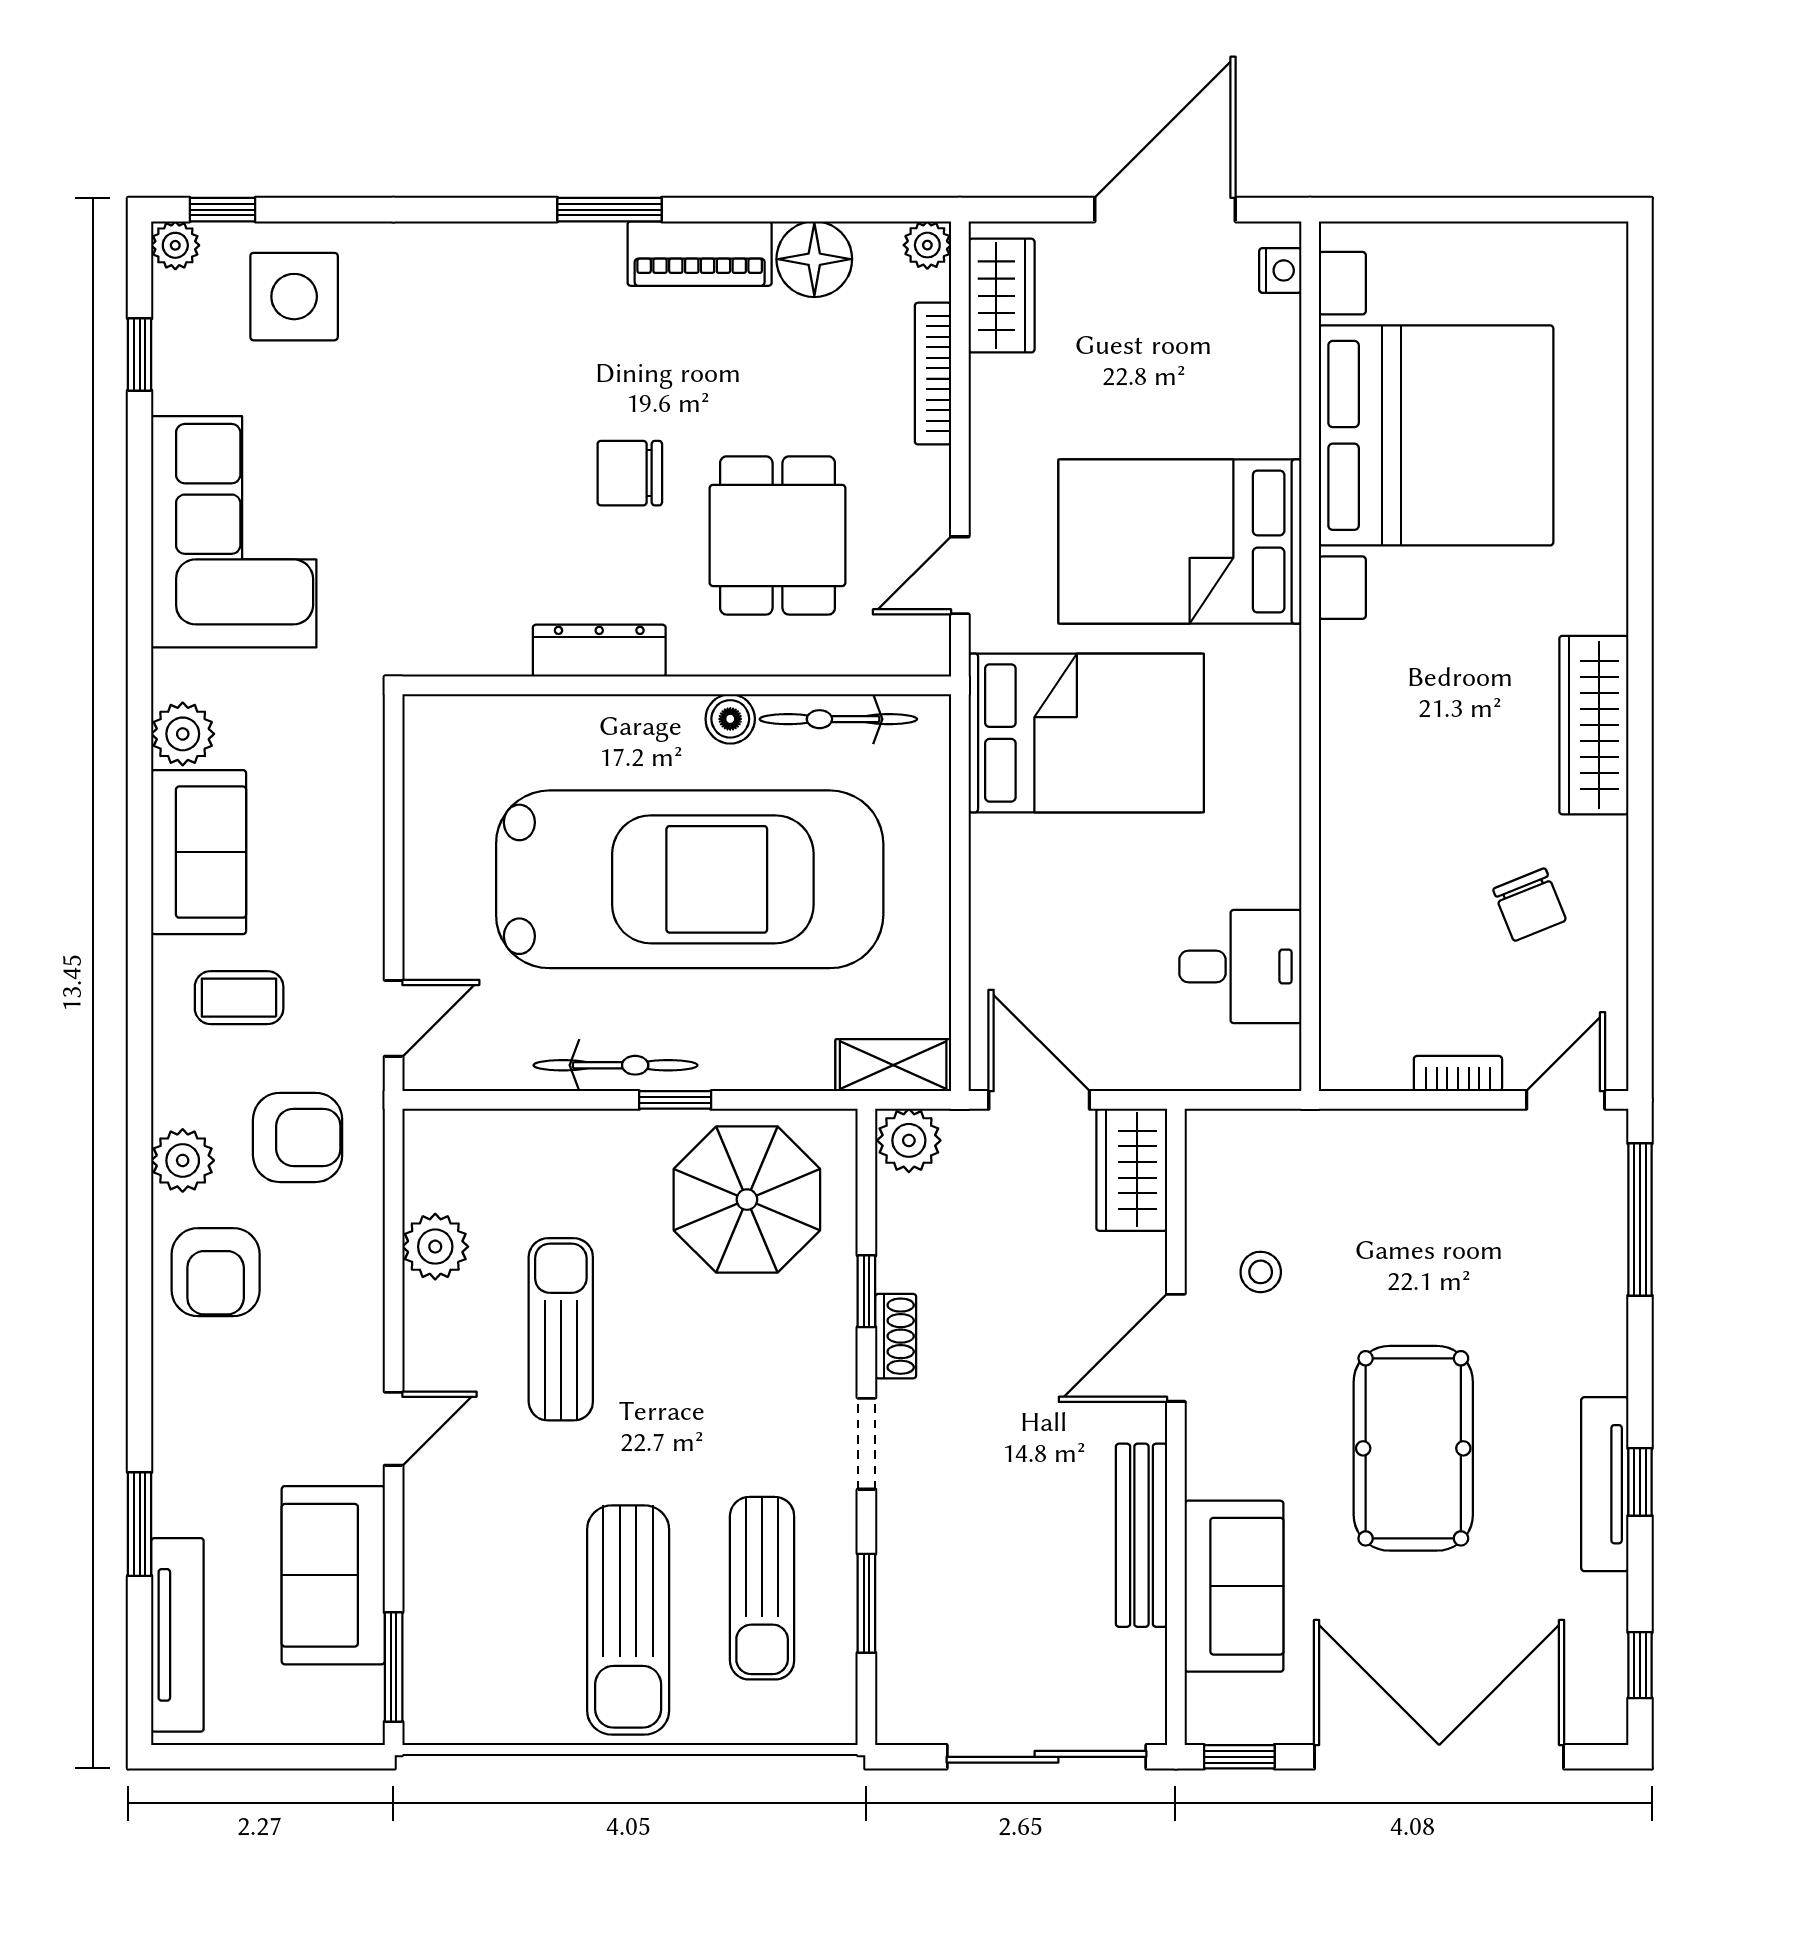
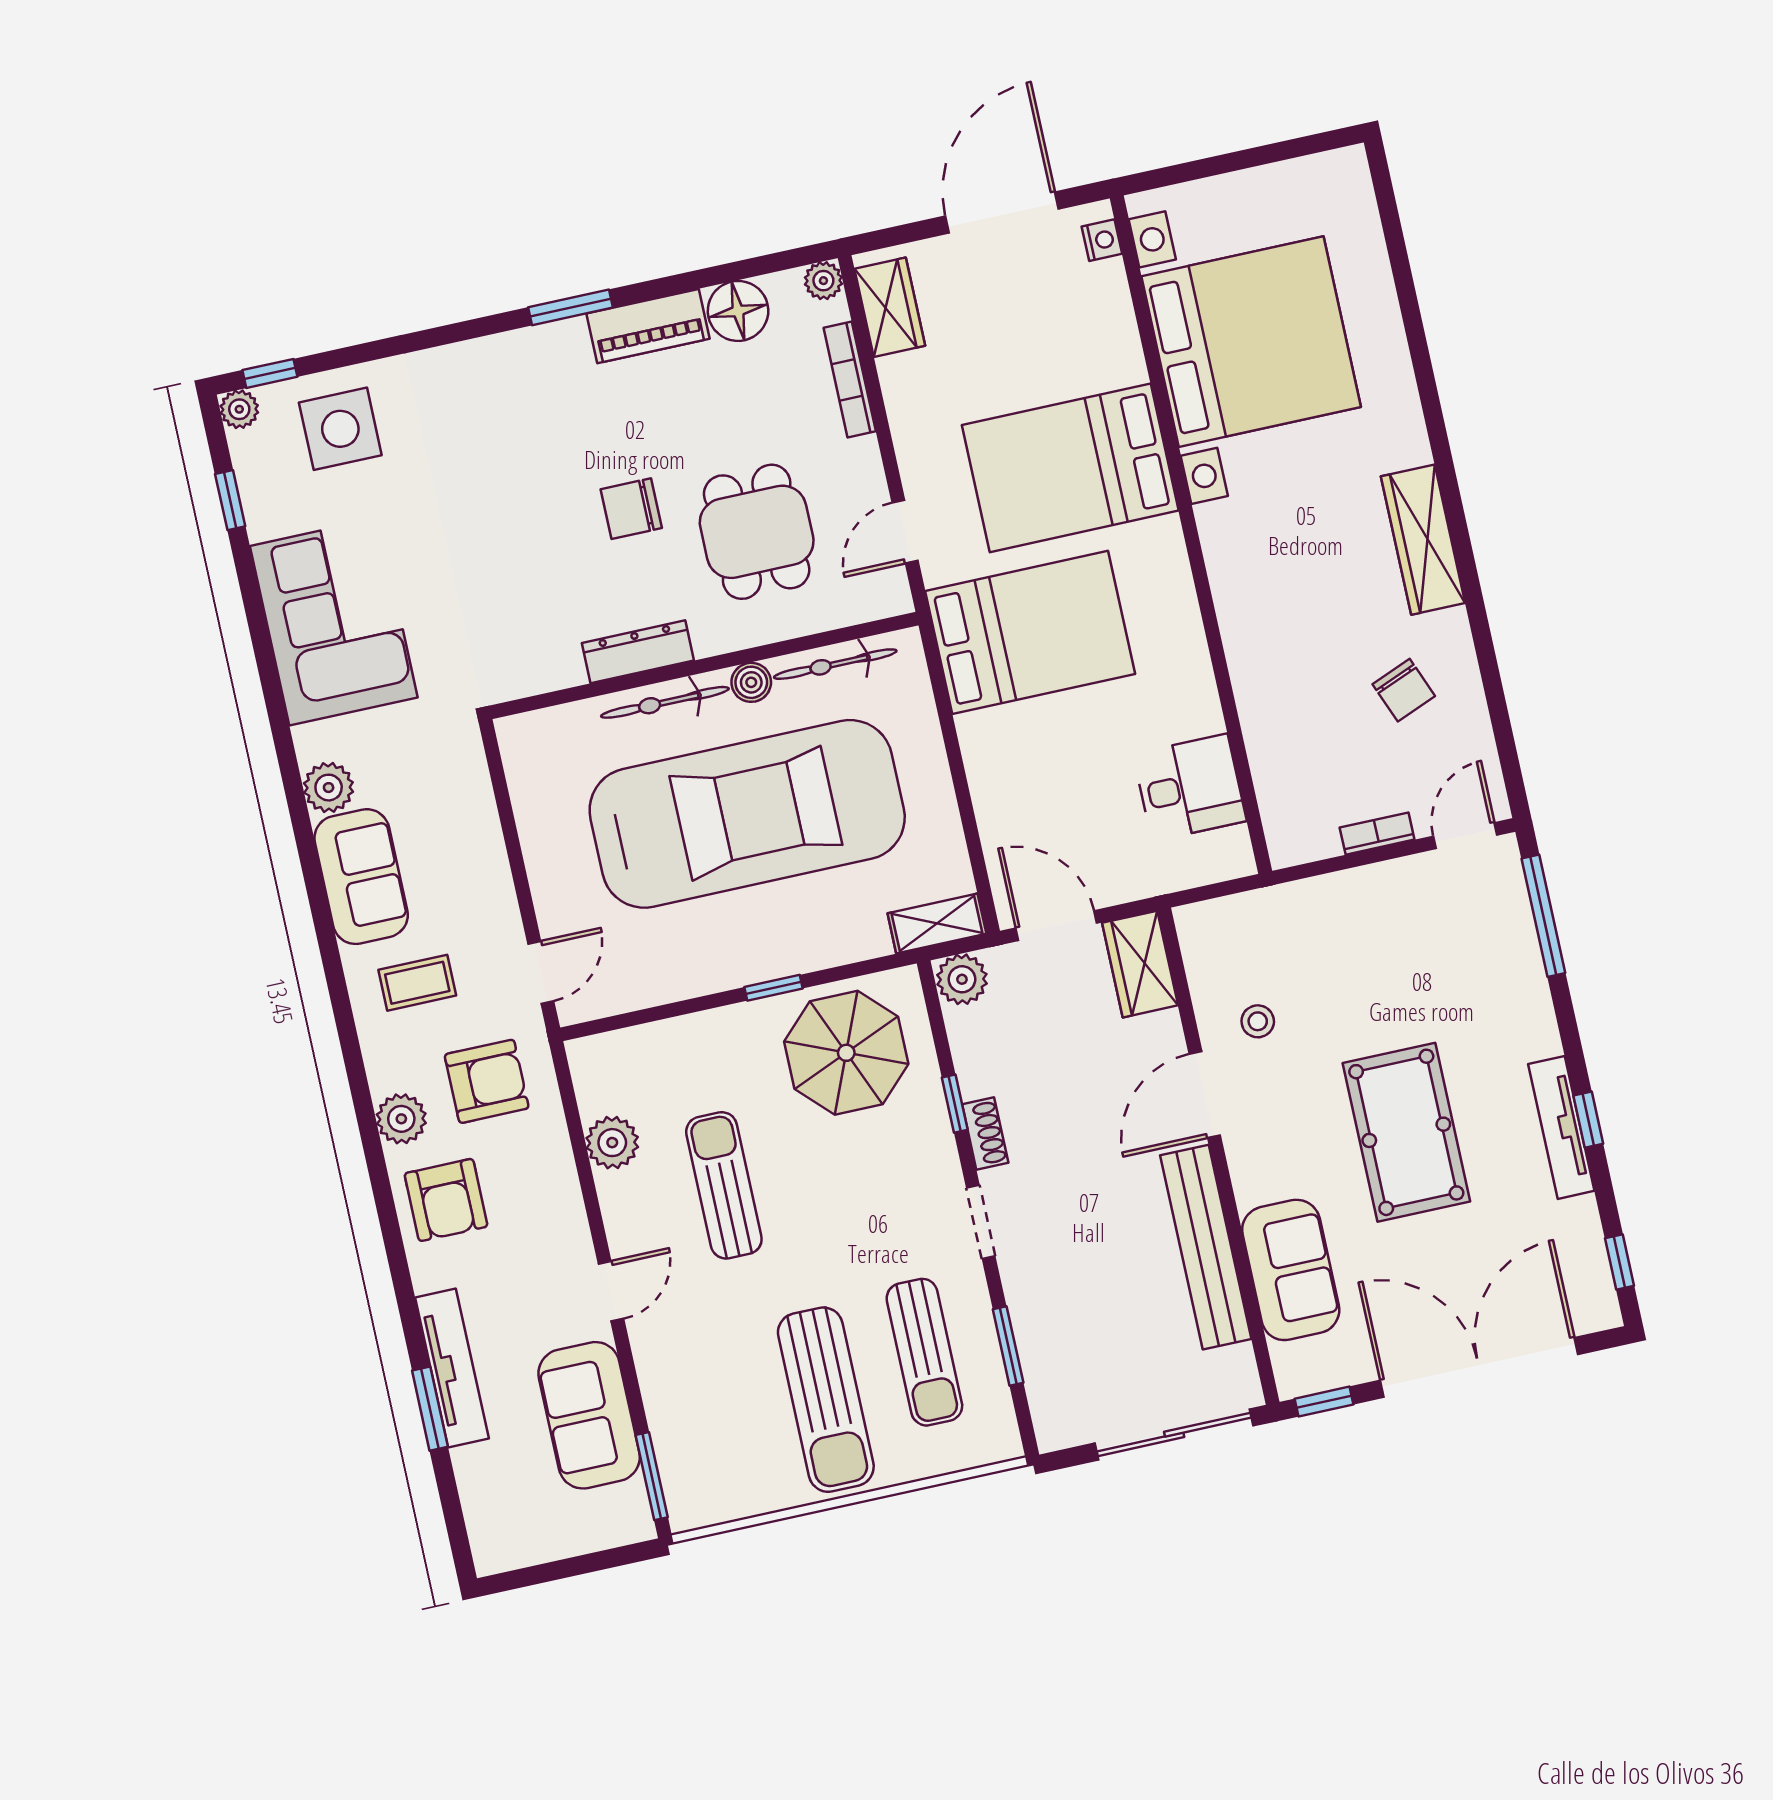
bicycle: (615, 1065) -> (665, 702), moved, turned 180
bench: (1141, 1535) -> (1206, 1247), width x1.37, depth x1.21
tv unit: (177, 1635) -> (452, 1368), moved

